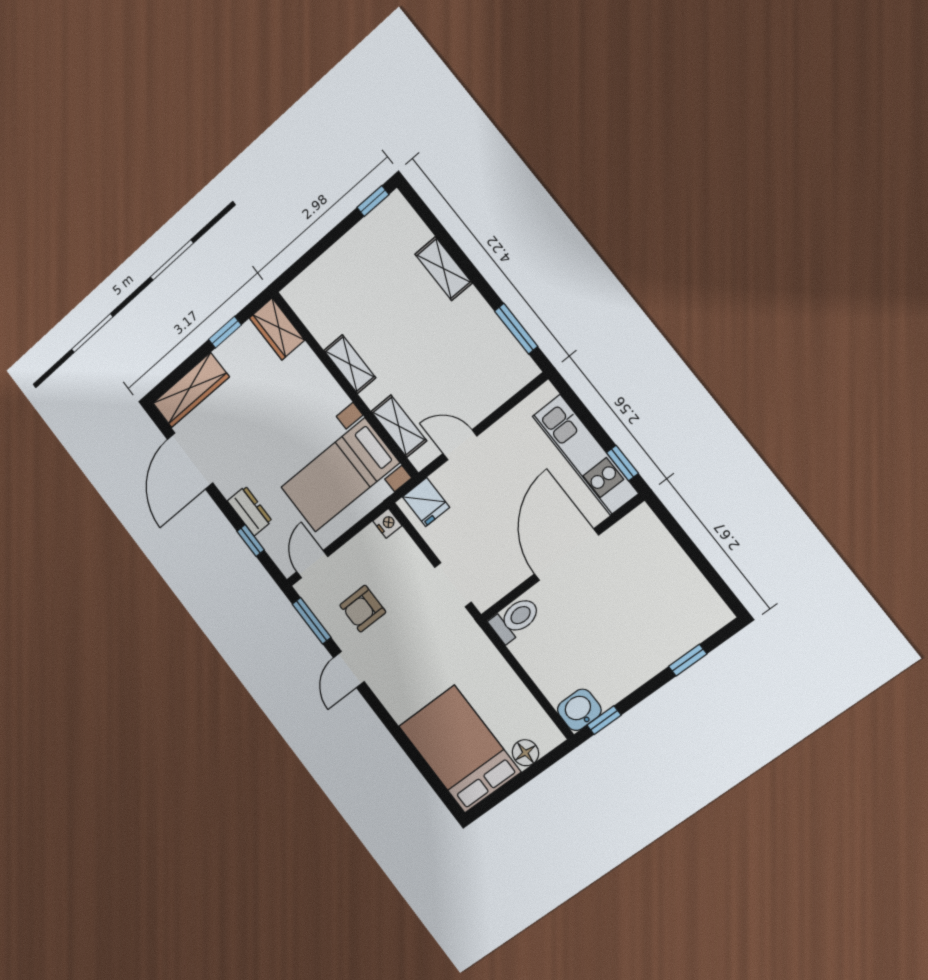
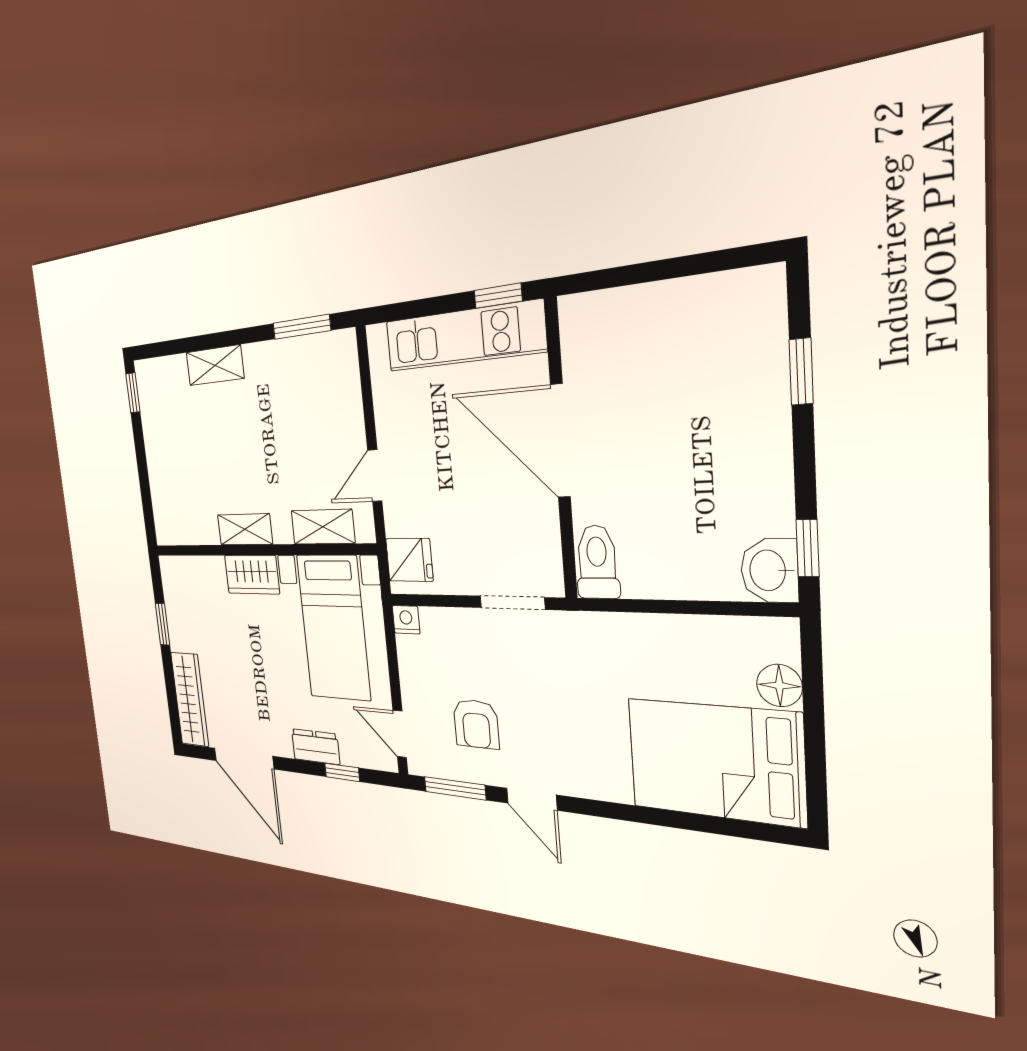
wardrobe: (277, 329) -> (252, 575), moved

